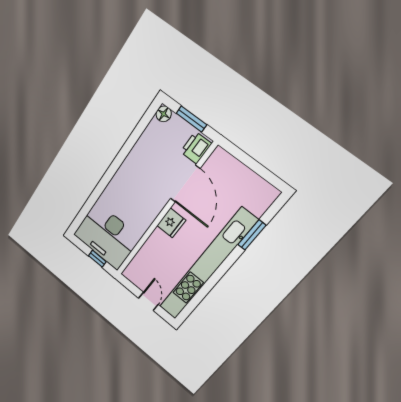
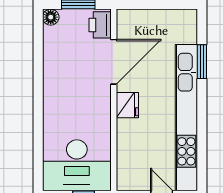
door: (185, 184) -> (114, 62), hinge flipped

